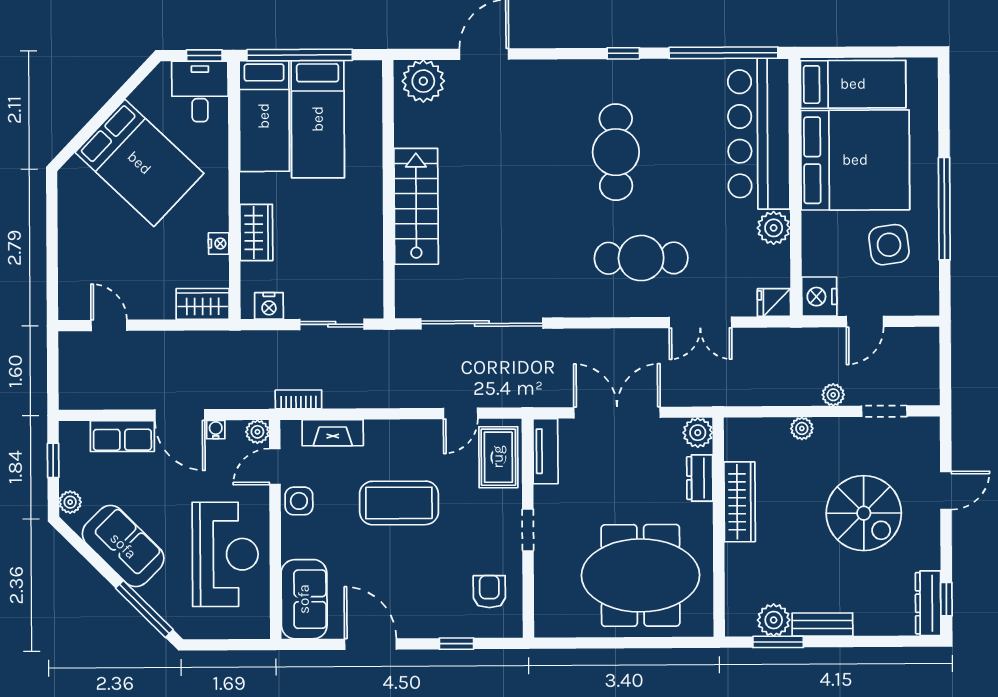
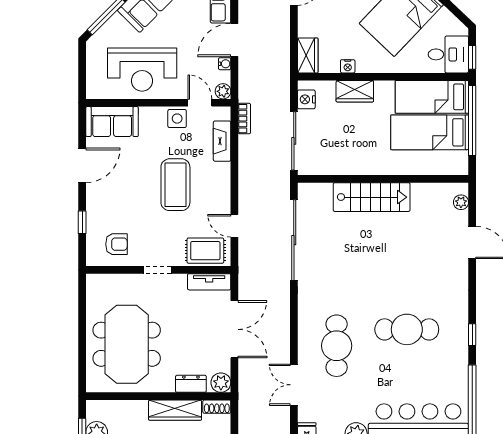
plant: (423, 81) -> (461, 202), width x0.53, depth x0.53
sliding door: (332, 324) -> (294, 141), width x1.37
shoe rack: (734, 439) -> (217, 407), added

